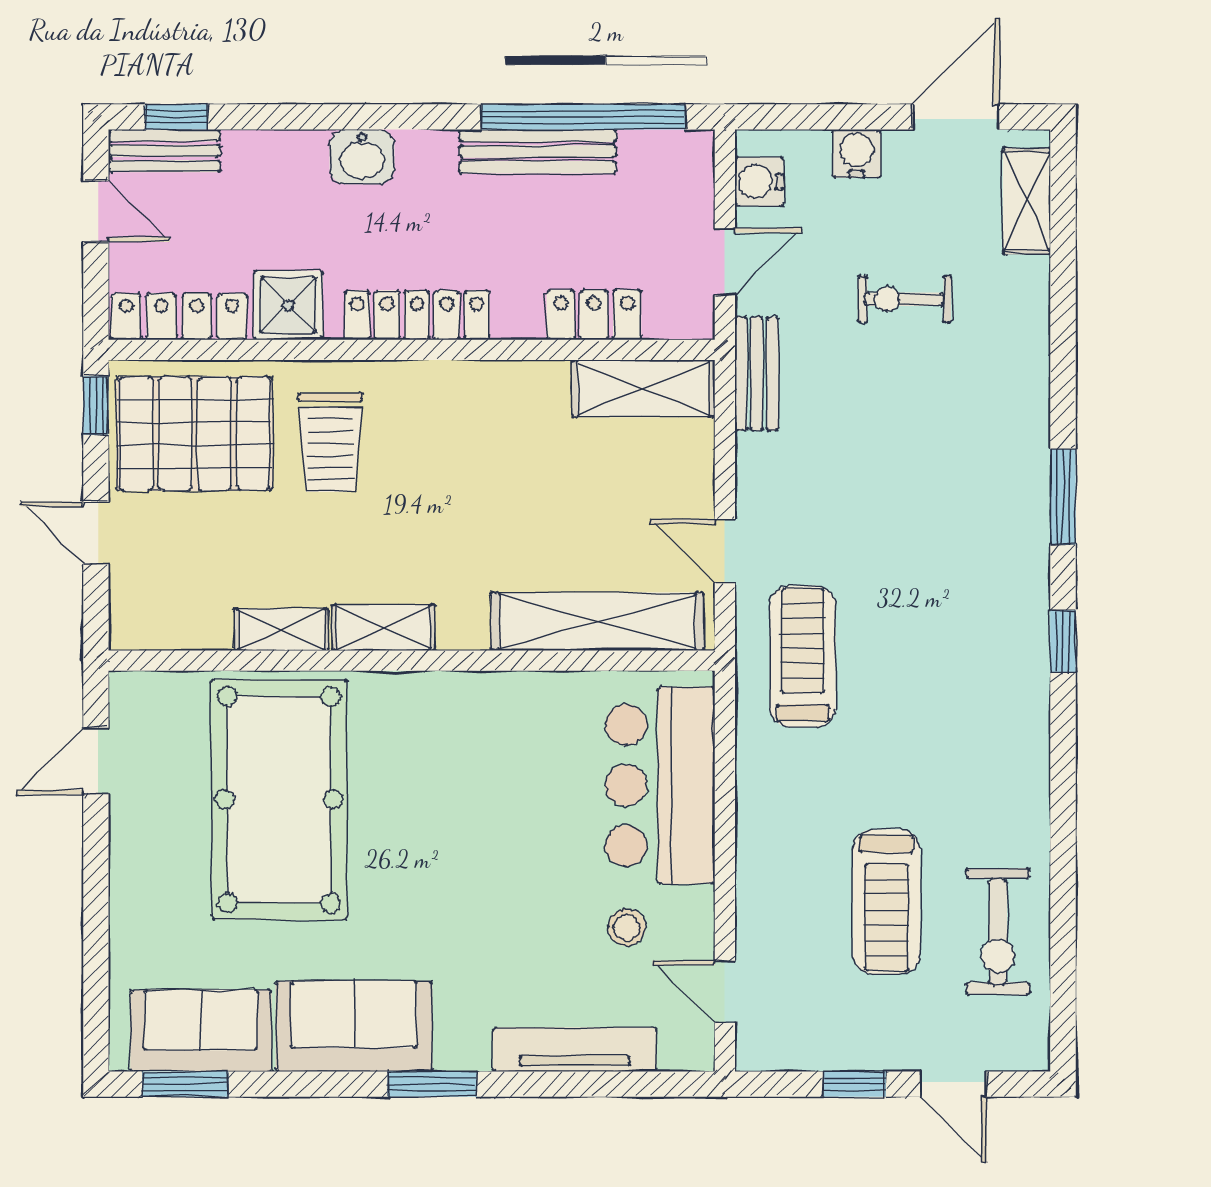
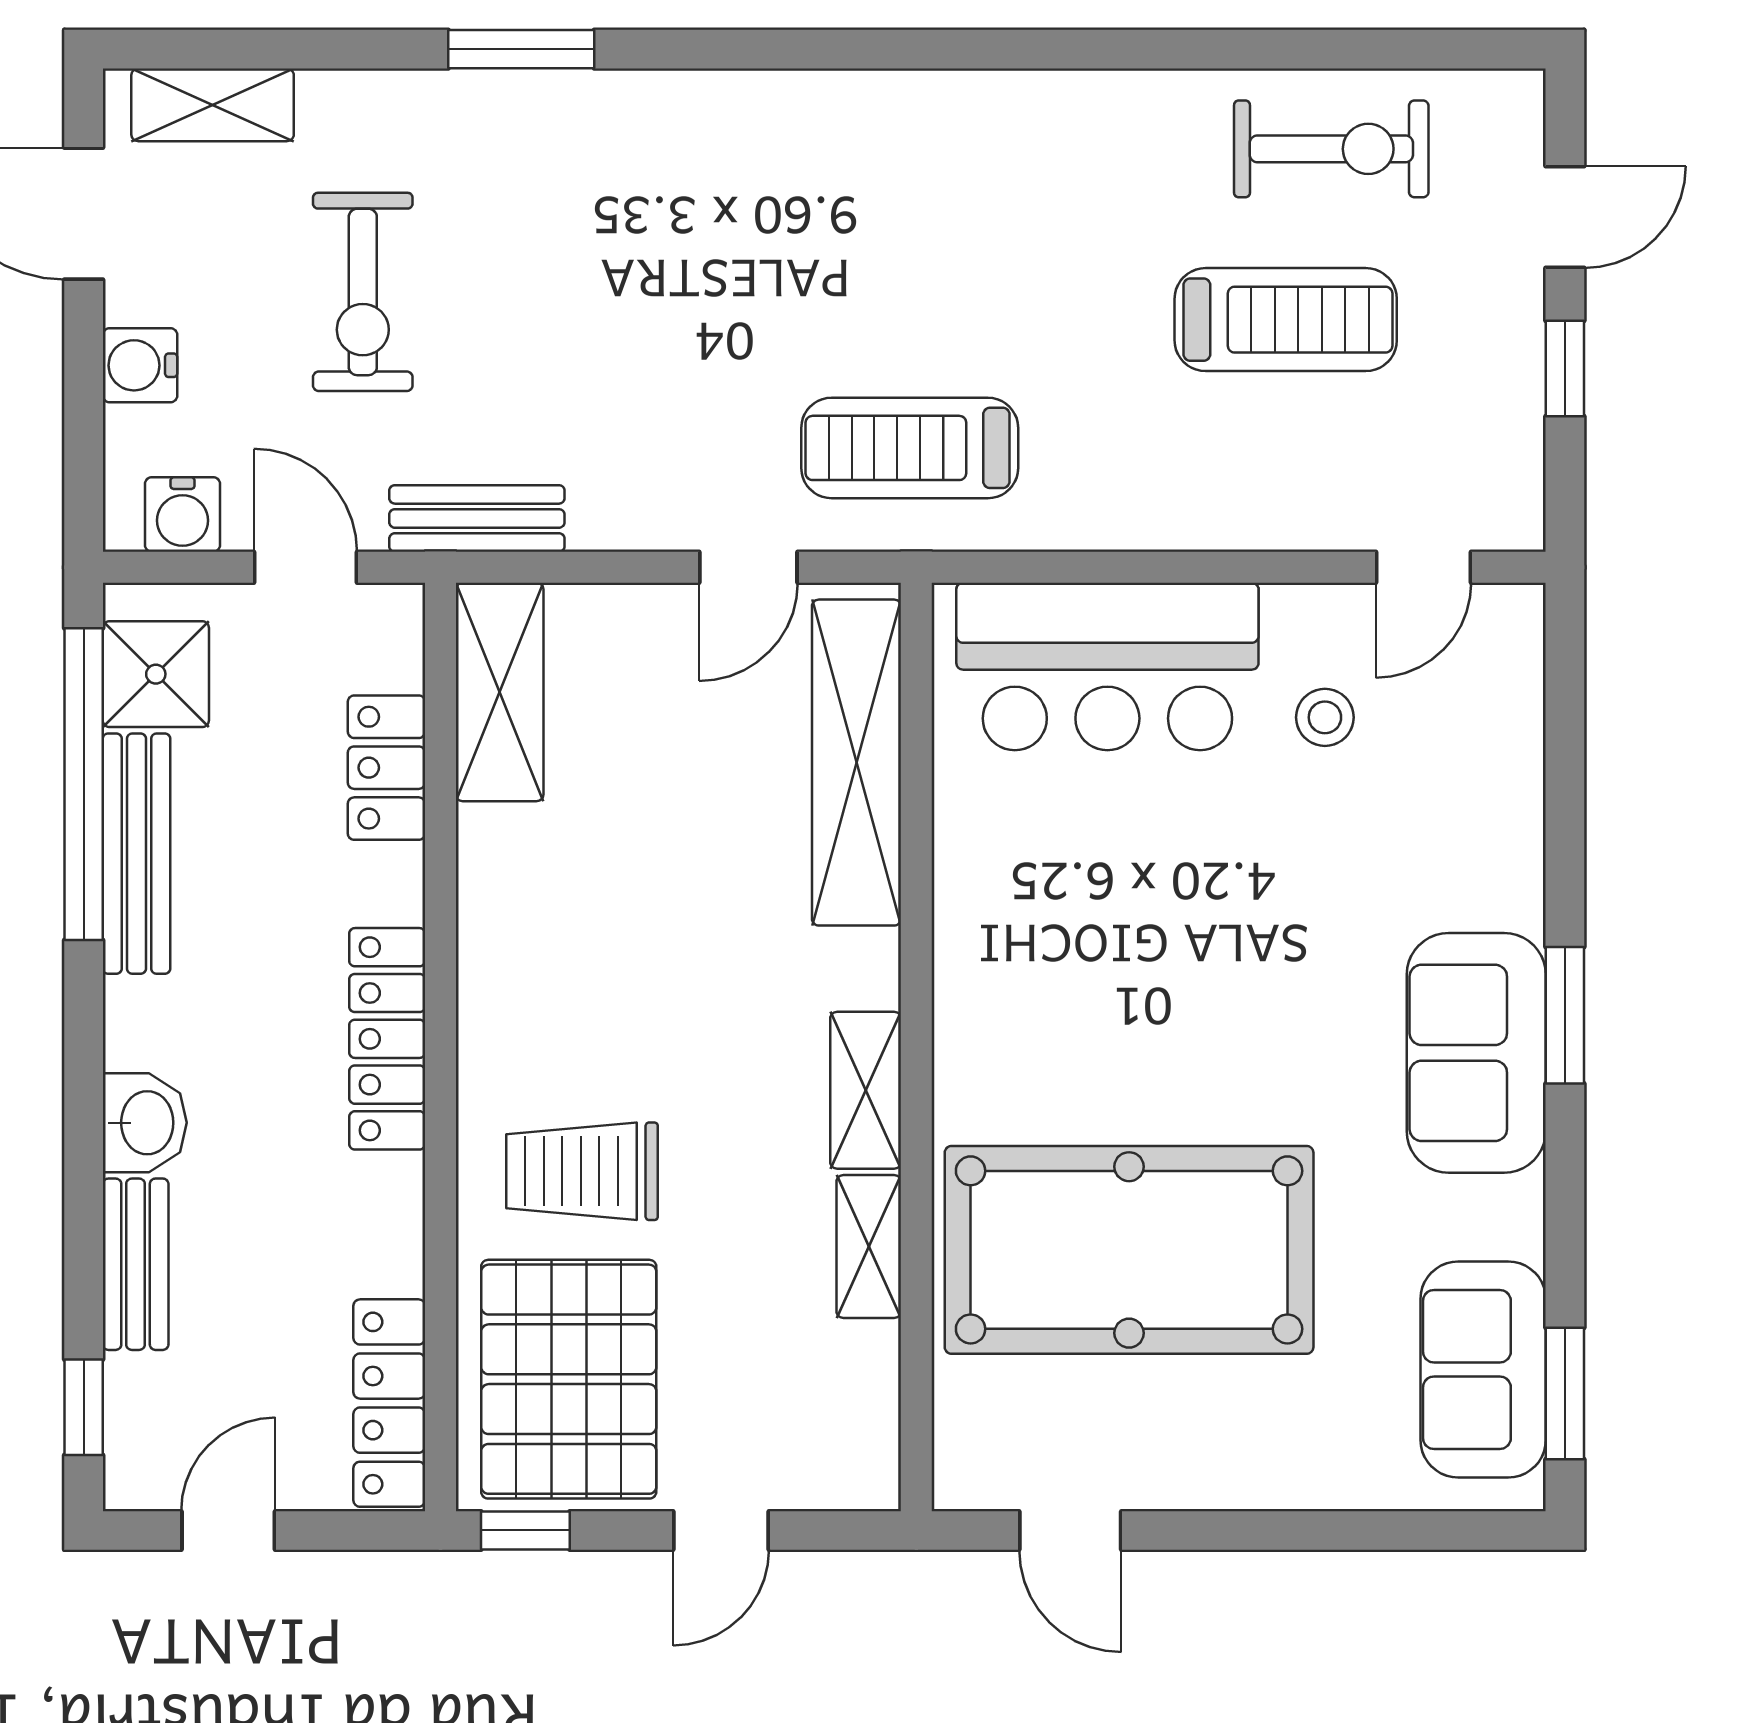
bench: (164, 151) -> (136, 1264), moved
exercise bike: (904, 299) -> (363, 292), width x1.38, depth x1.39
shower: (288, 305) -> (156, 674), moved
trolley: (330, 442) -> (582, 1171), turned 180
window: (1063, 497) -> (521, 49), moved
window: (1063, 641) -> (887, 49), removed
sofa: (354, 1026) -> (1476, 1053), moved
tv unit: (574, 1049) -> (1512, 797), removed

